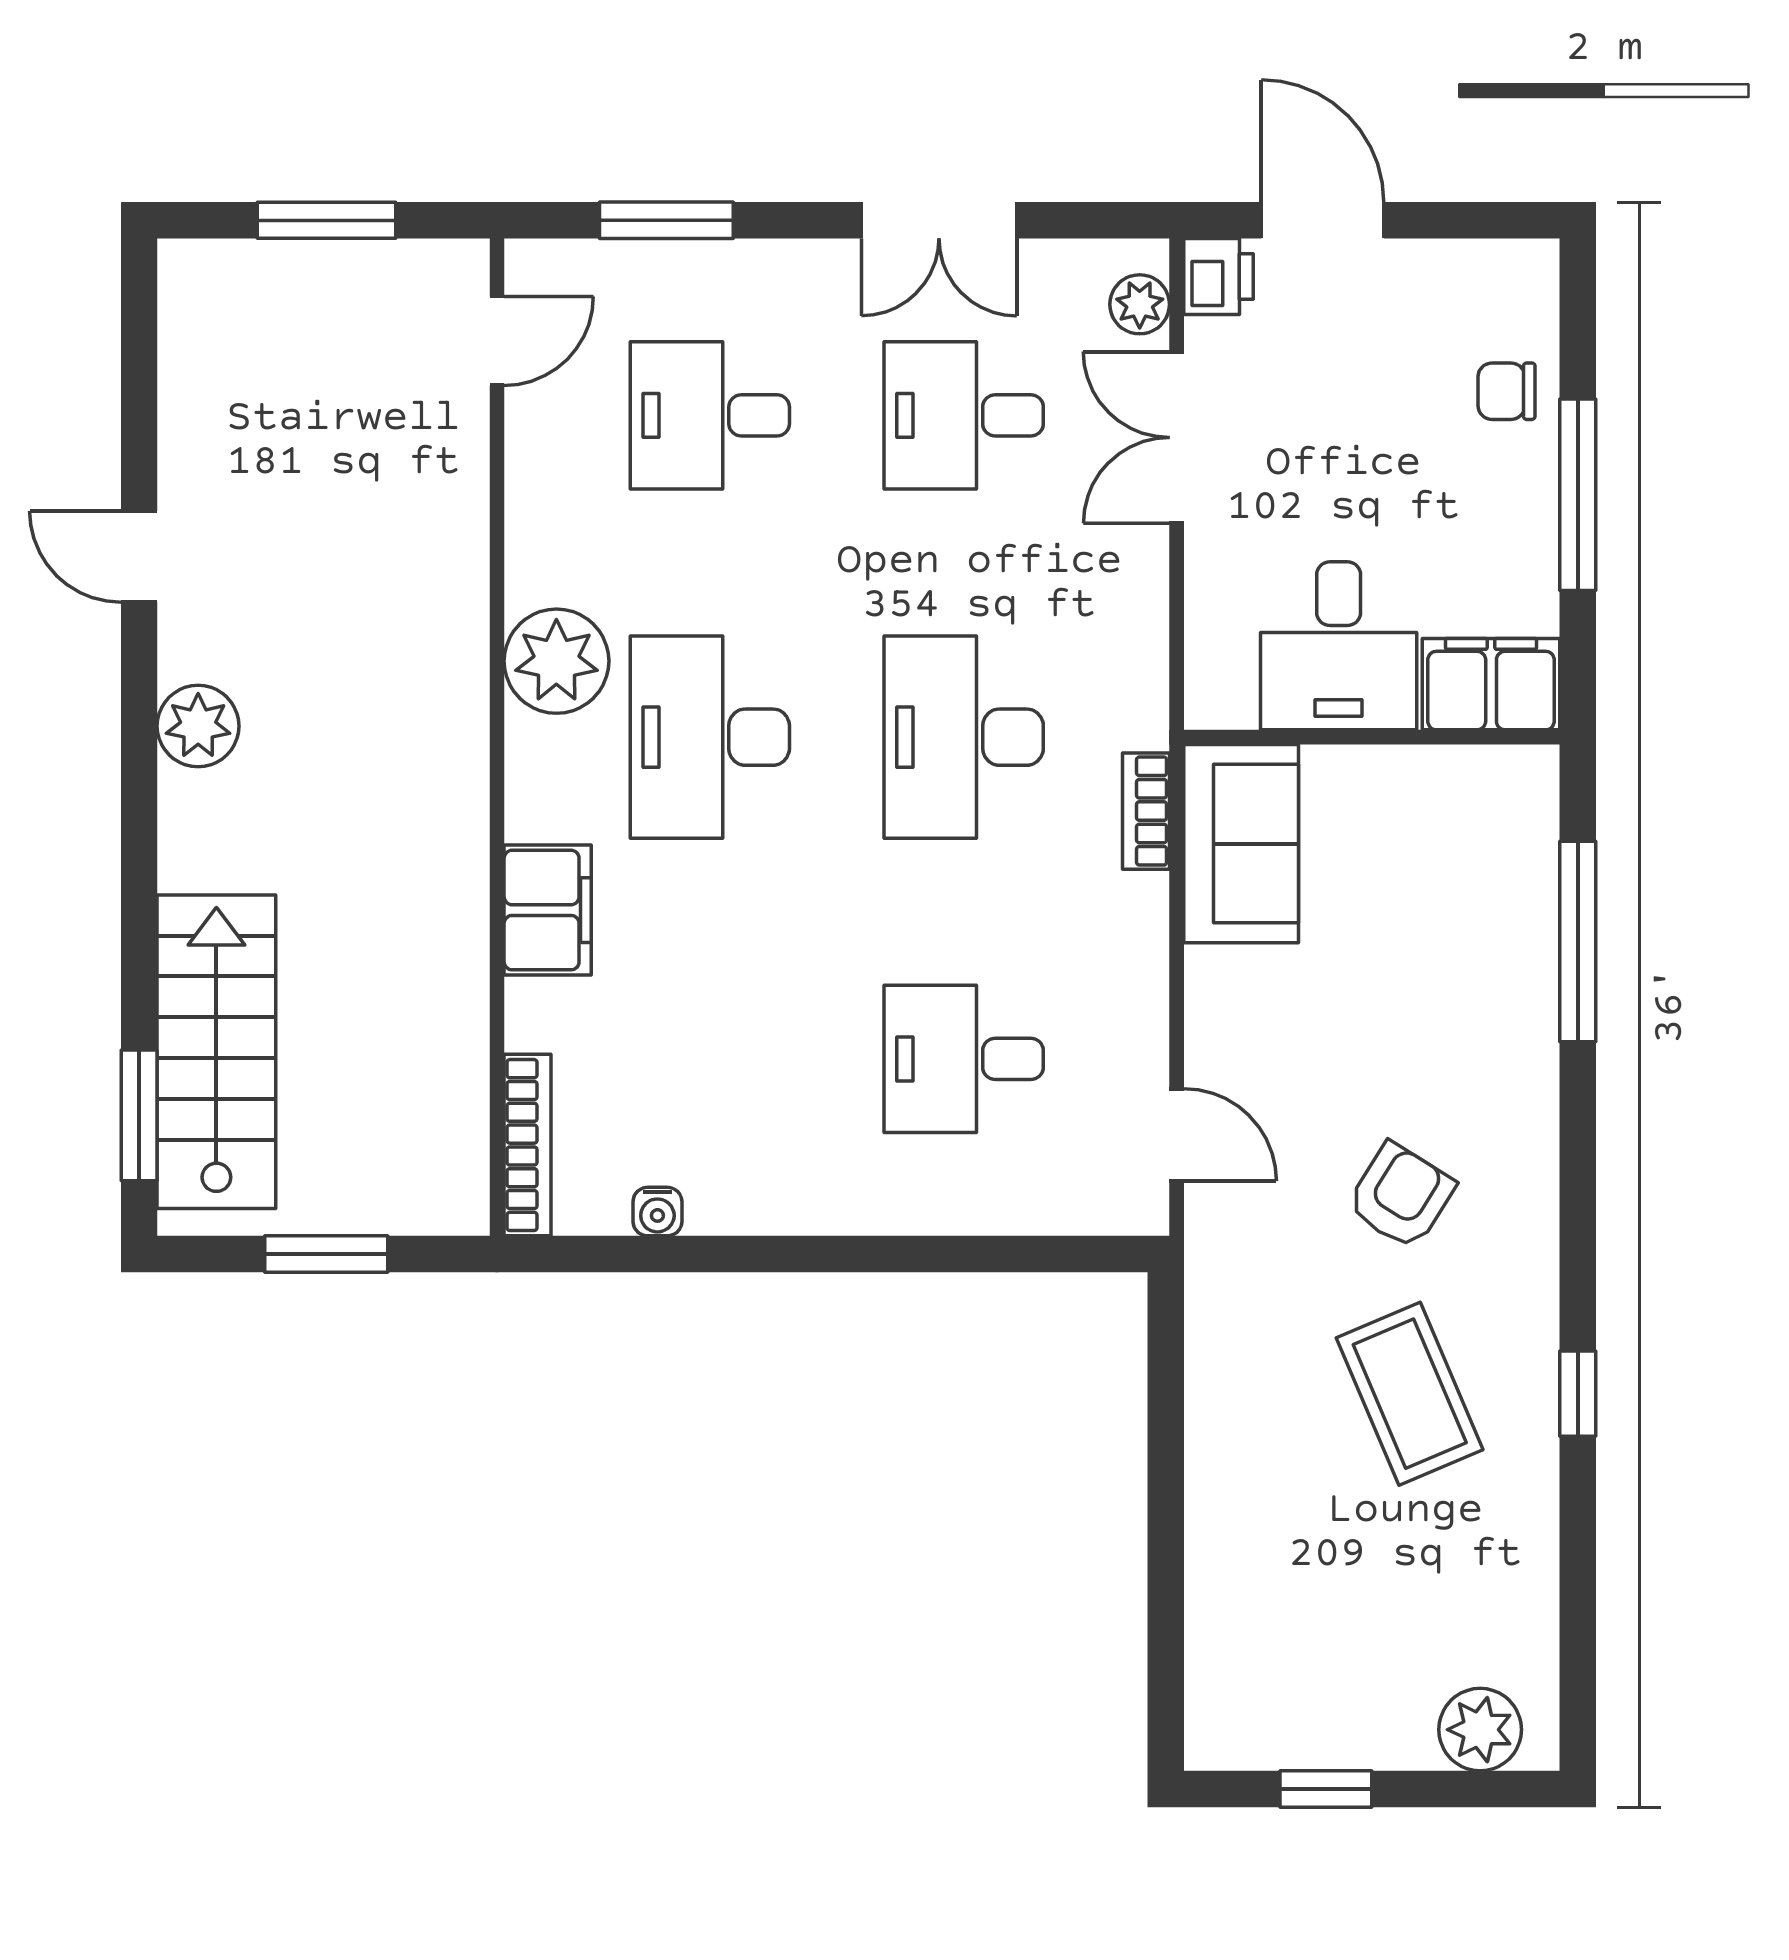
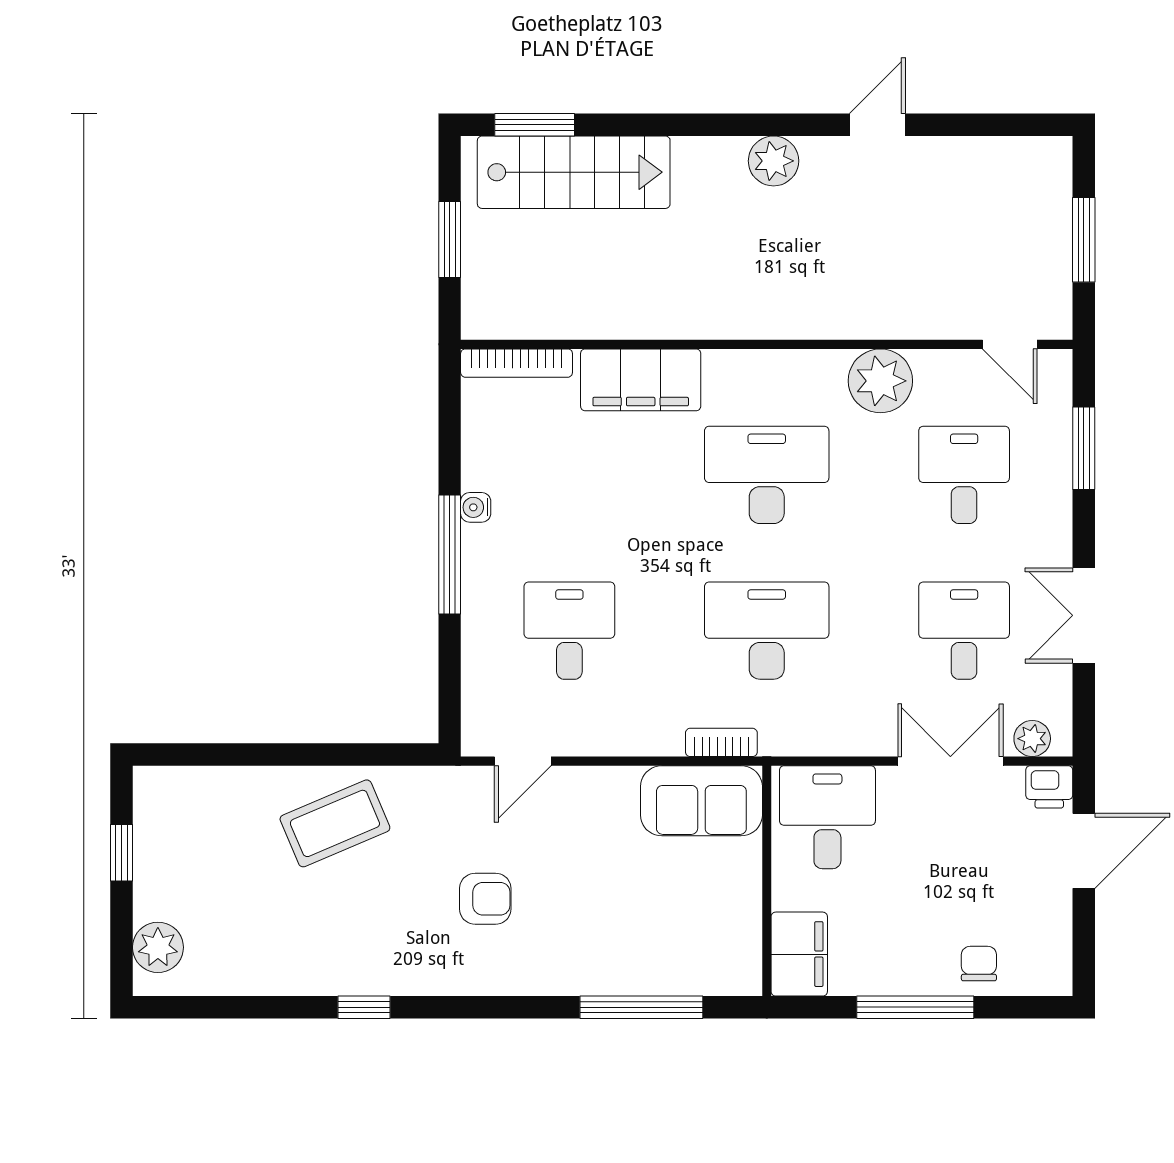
desk: (1339, 646) -> (827, 817), moved, turned 90
plant: (556, 661) -> (880, 381), moved
filing cabinet: (548, 910) -> (641, 380), width x1.50, depth x1.17
armchair: (1401, 1196) -> (485, 899), turned -32
water cooler: (657, 1212) -> (476, 507), moved
window: (840, 1254) -> (450, 555), added
coffee table: (1410, 1394) -> (335, 823), moved

